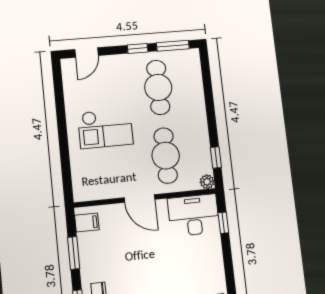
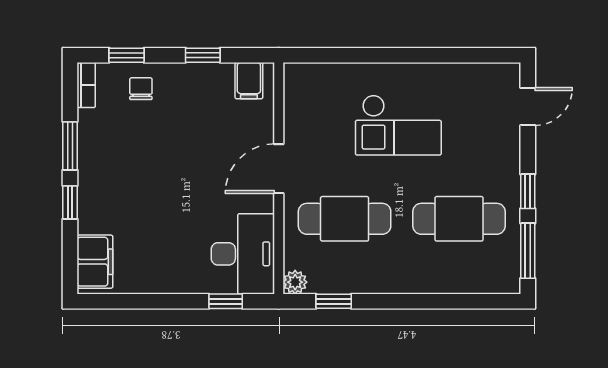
door: (87, 53) -> (528, 107), swing flipped
checkout: (105, 128) -> (398, 125), turned -90
window: (74, 253) -> (203, 55), width x0.67

